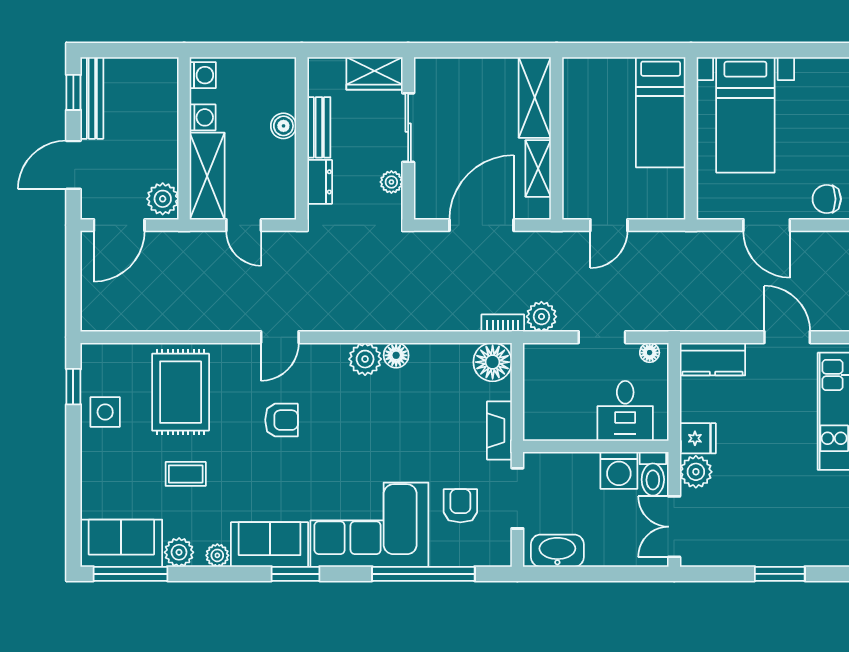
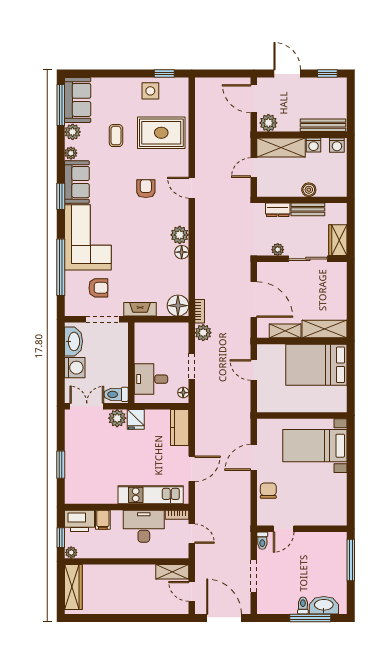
bench: (92, 98) -> (323, 125), moved
bed: (661, 112) -> (316, 365), moved, width x1.50
armchair: (282, 420) -> (146, 189), turned 180
washing machine: (619, 470) -> (75, 368), moved, turned 180

